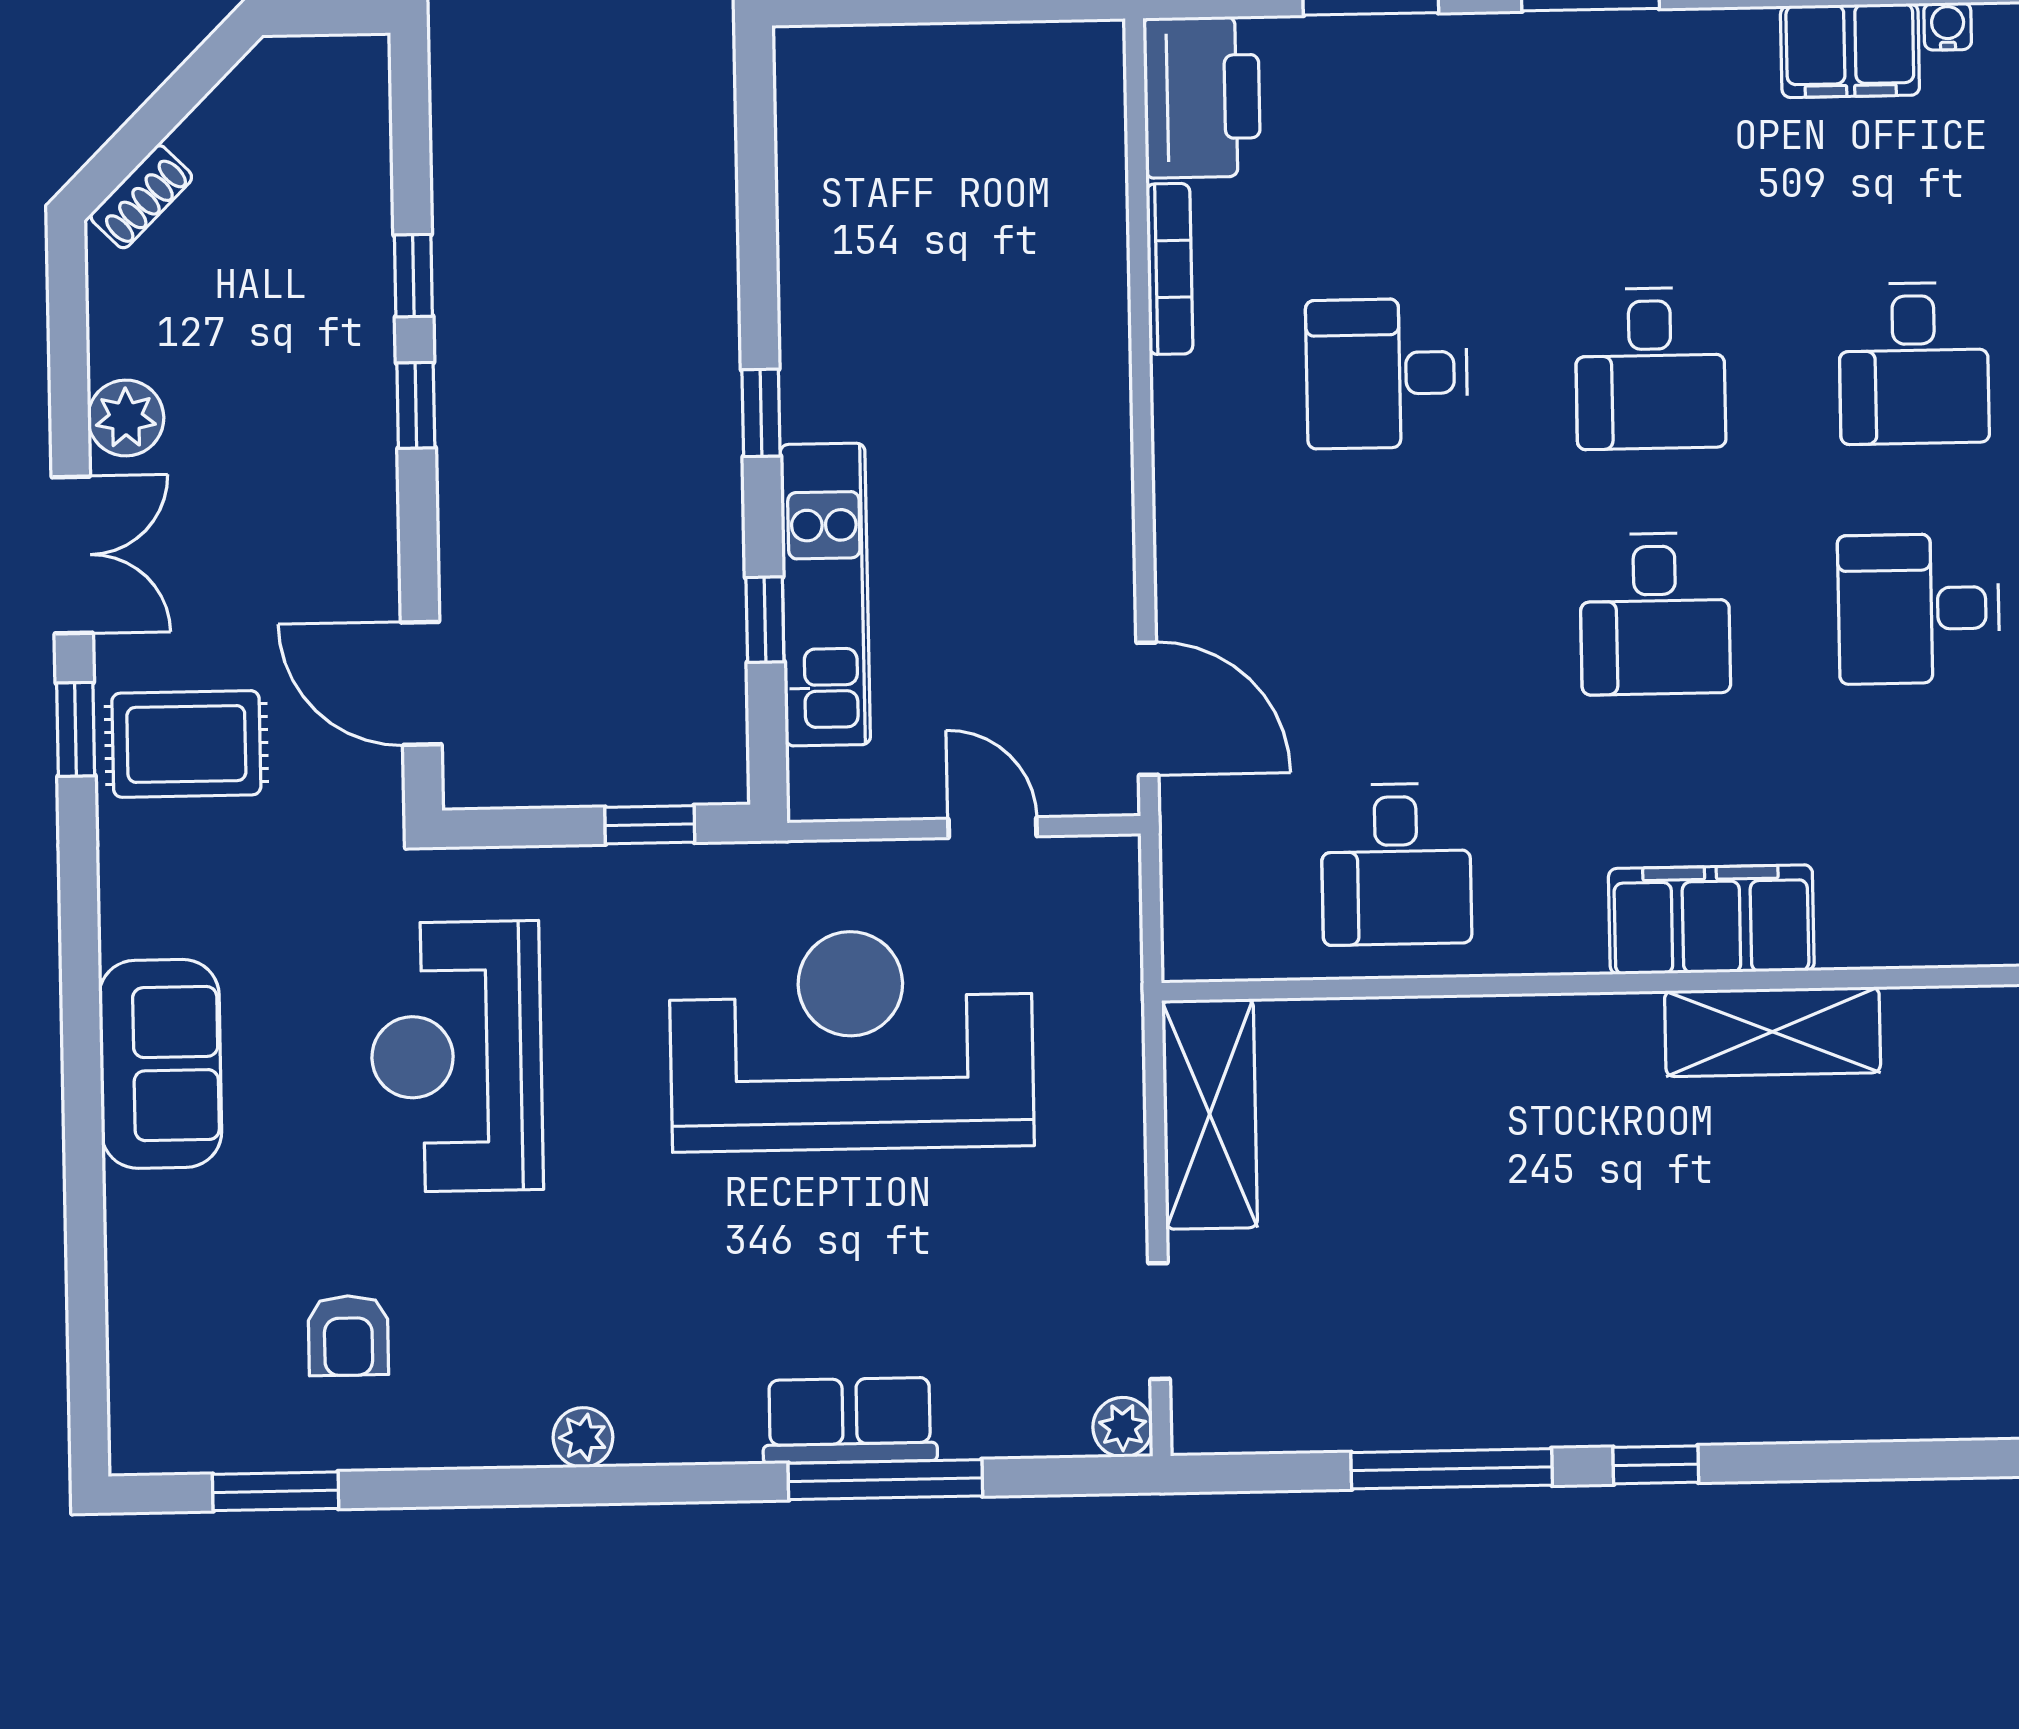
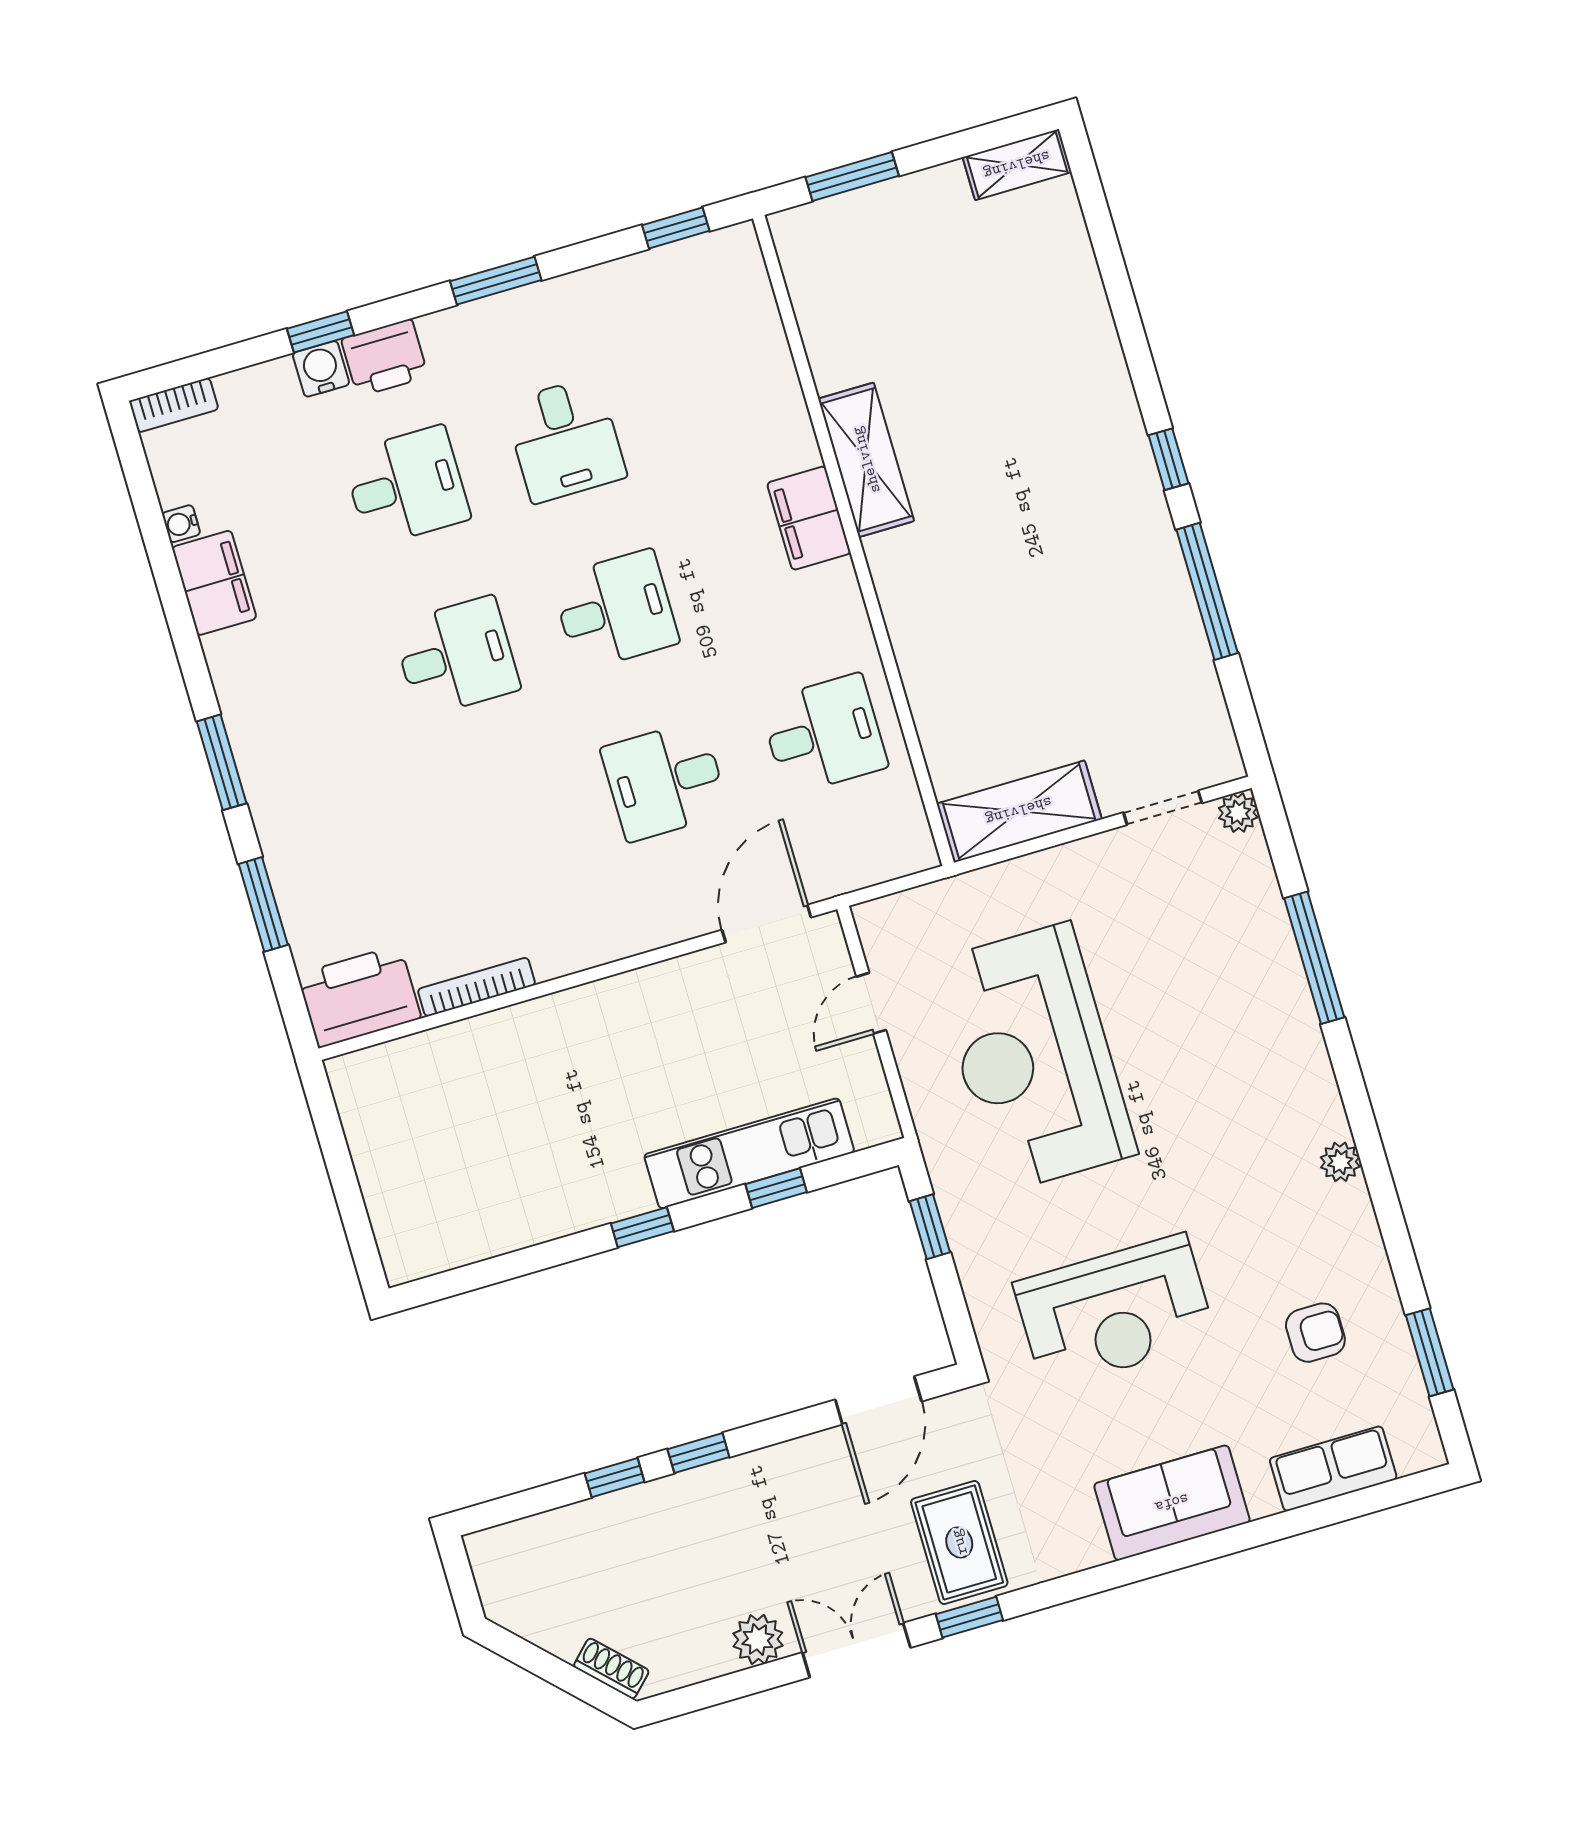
desk: (1387, 373) -> (665, 781), moved, turned 90
filing cabinet: (1711, 920) -> (809, 518), width x0.67, depth x0.86
row of seats: (850, 1420) -> (1333, 1469), moved, turned 90

